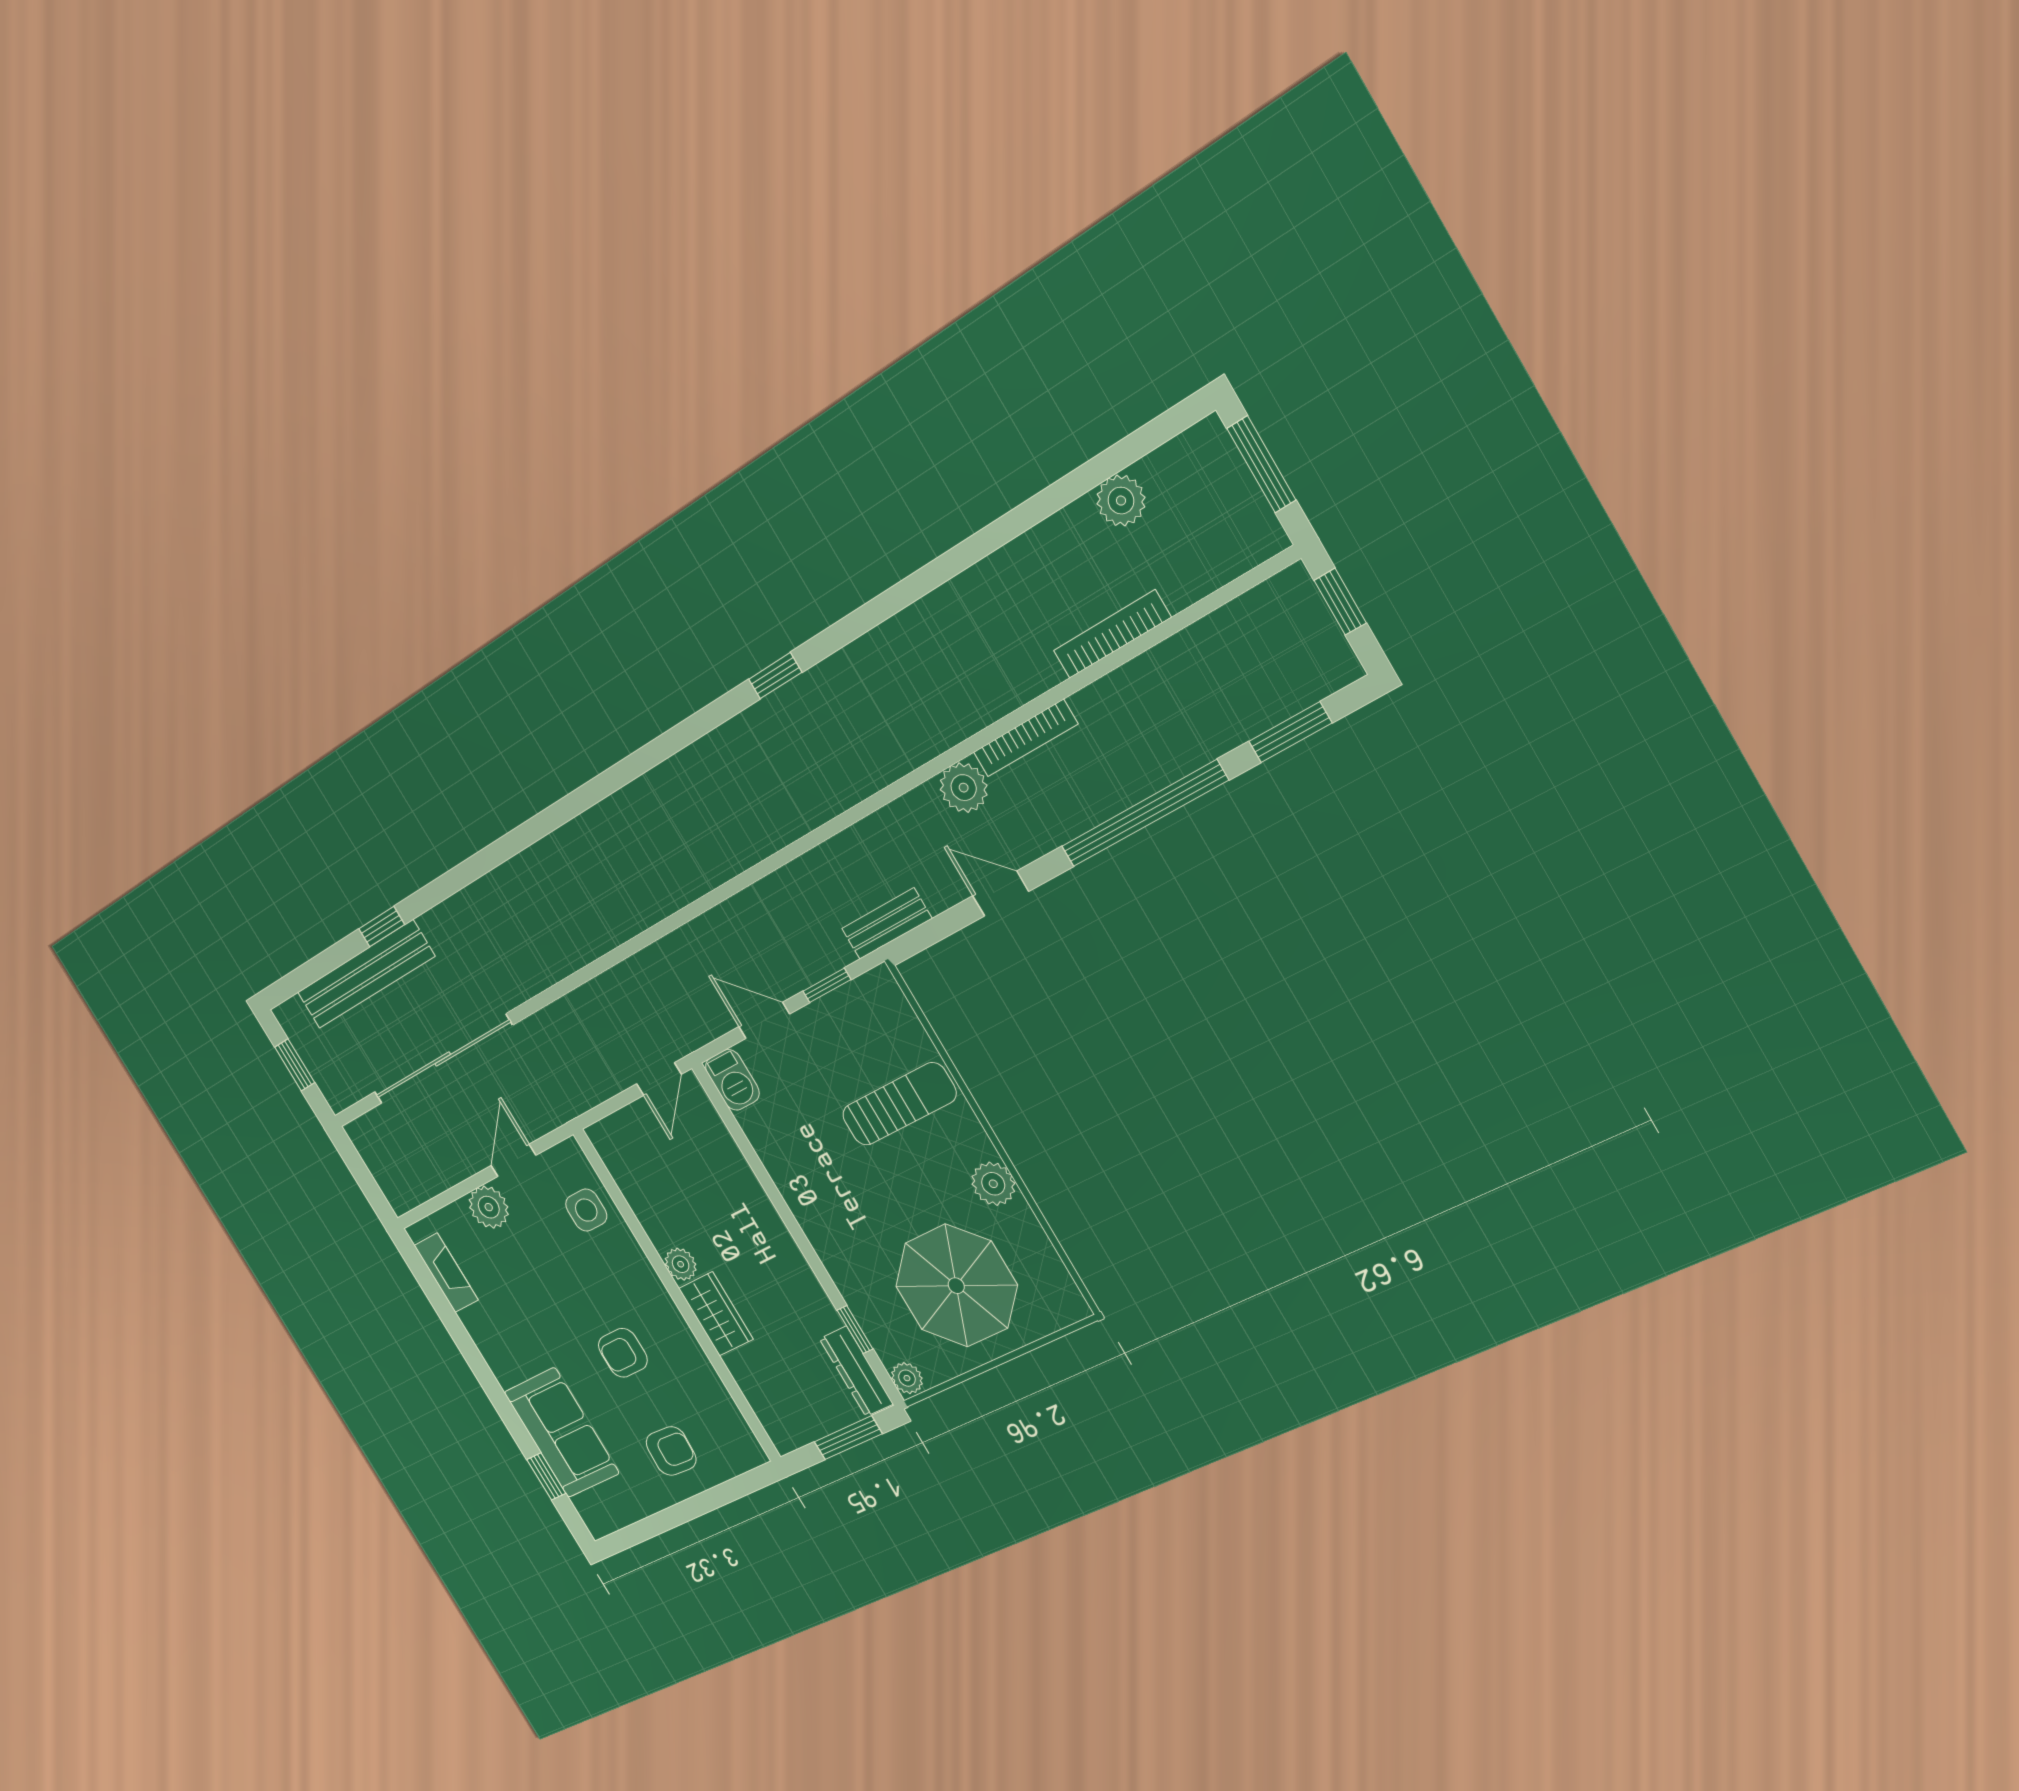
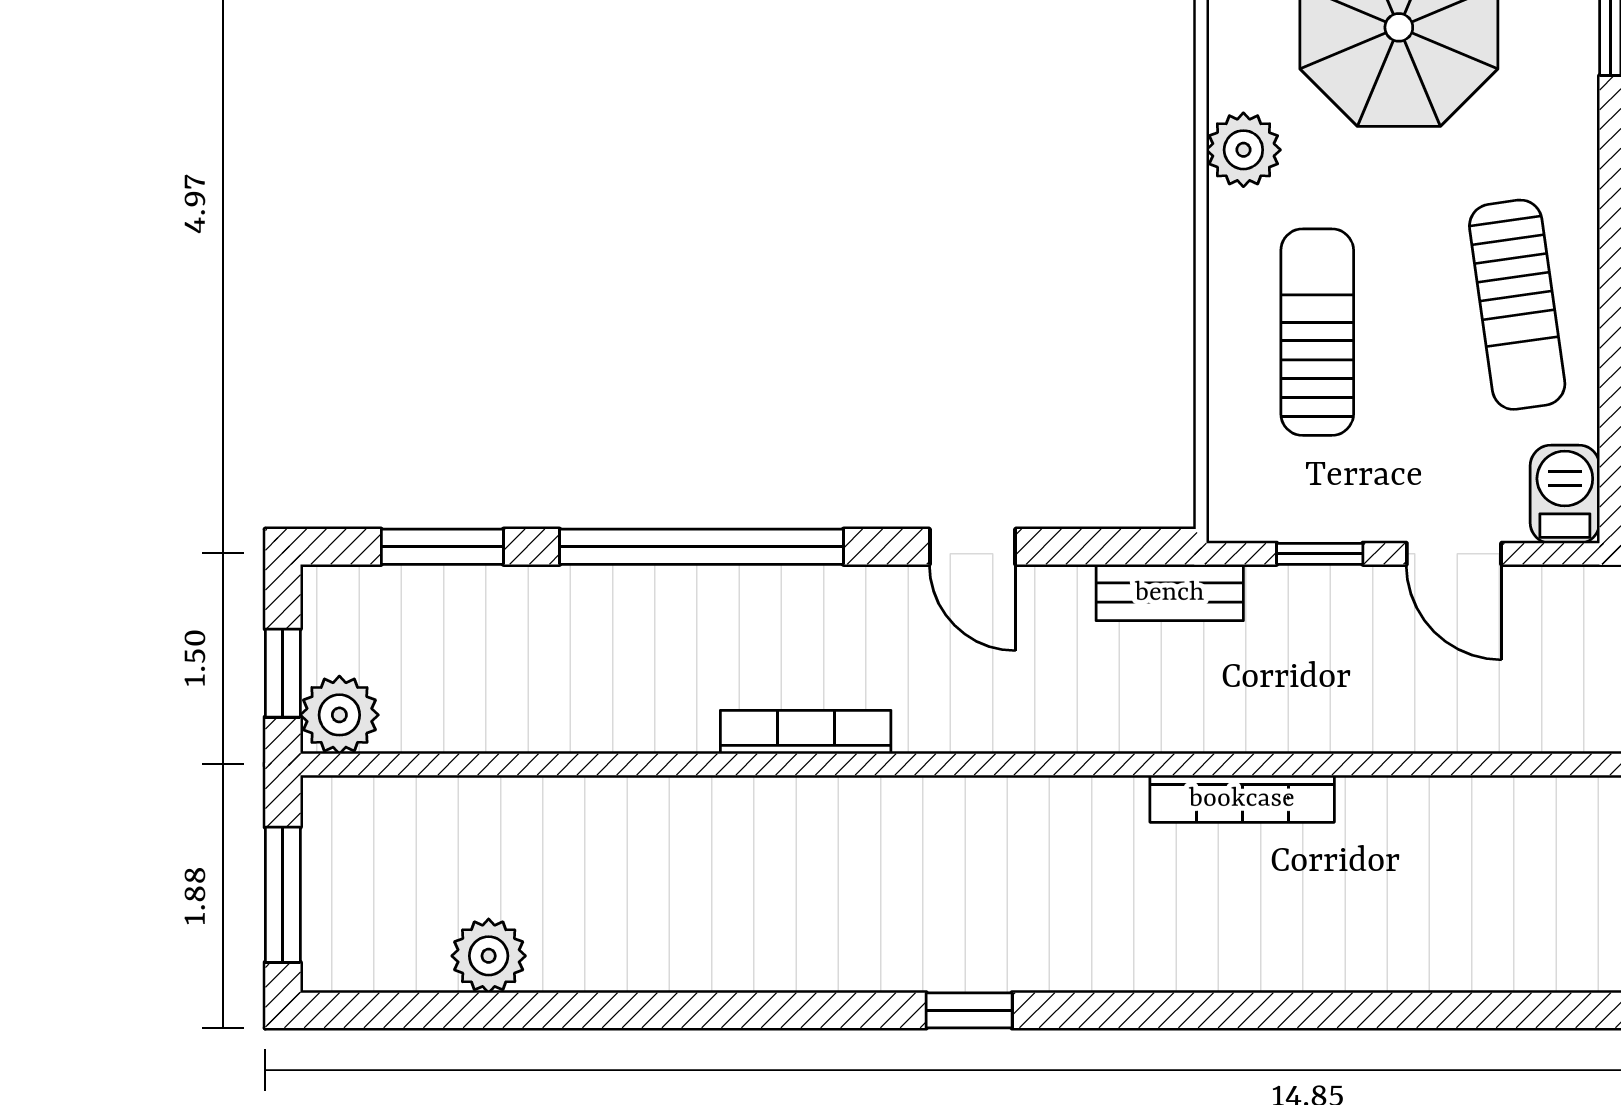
bookcase: (1112, 634) -> (1242, 799), moved
window: (775, 676) -> (969, 1010), moved
plant: (964, 788) -> (339, 715), moved
sun lounger: (899, 1104) -> (1317, 332), turned 90
sun lounger: (814, 1168) -> (1517, 305), added

